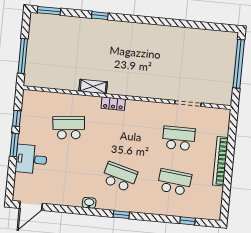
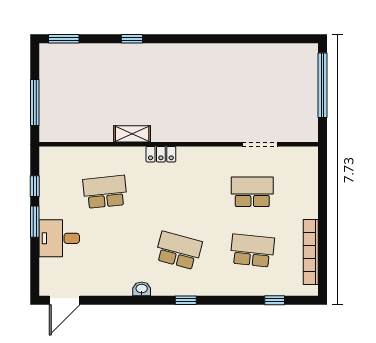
bookcase: (220, 161) -> (311, 252), moved

